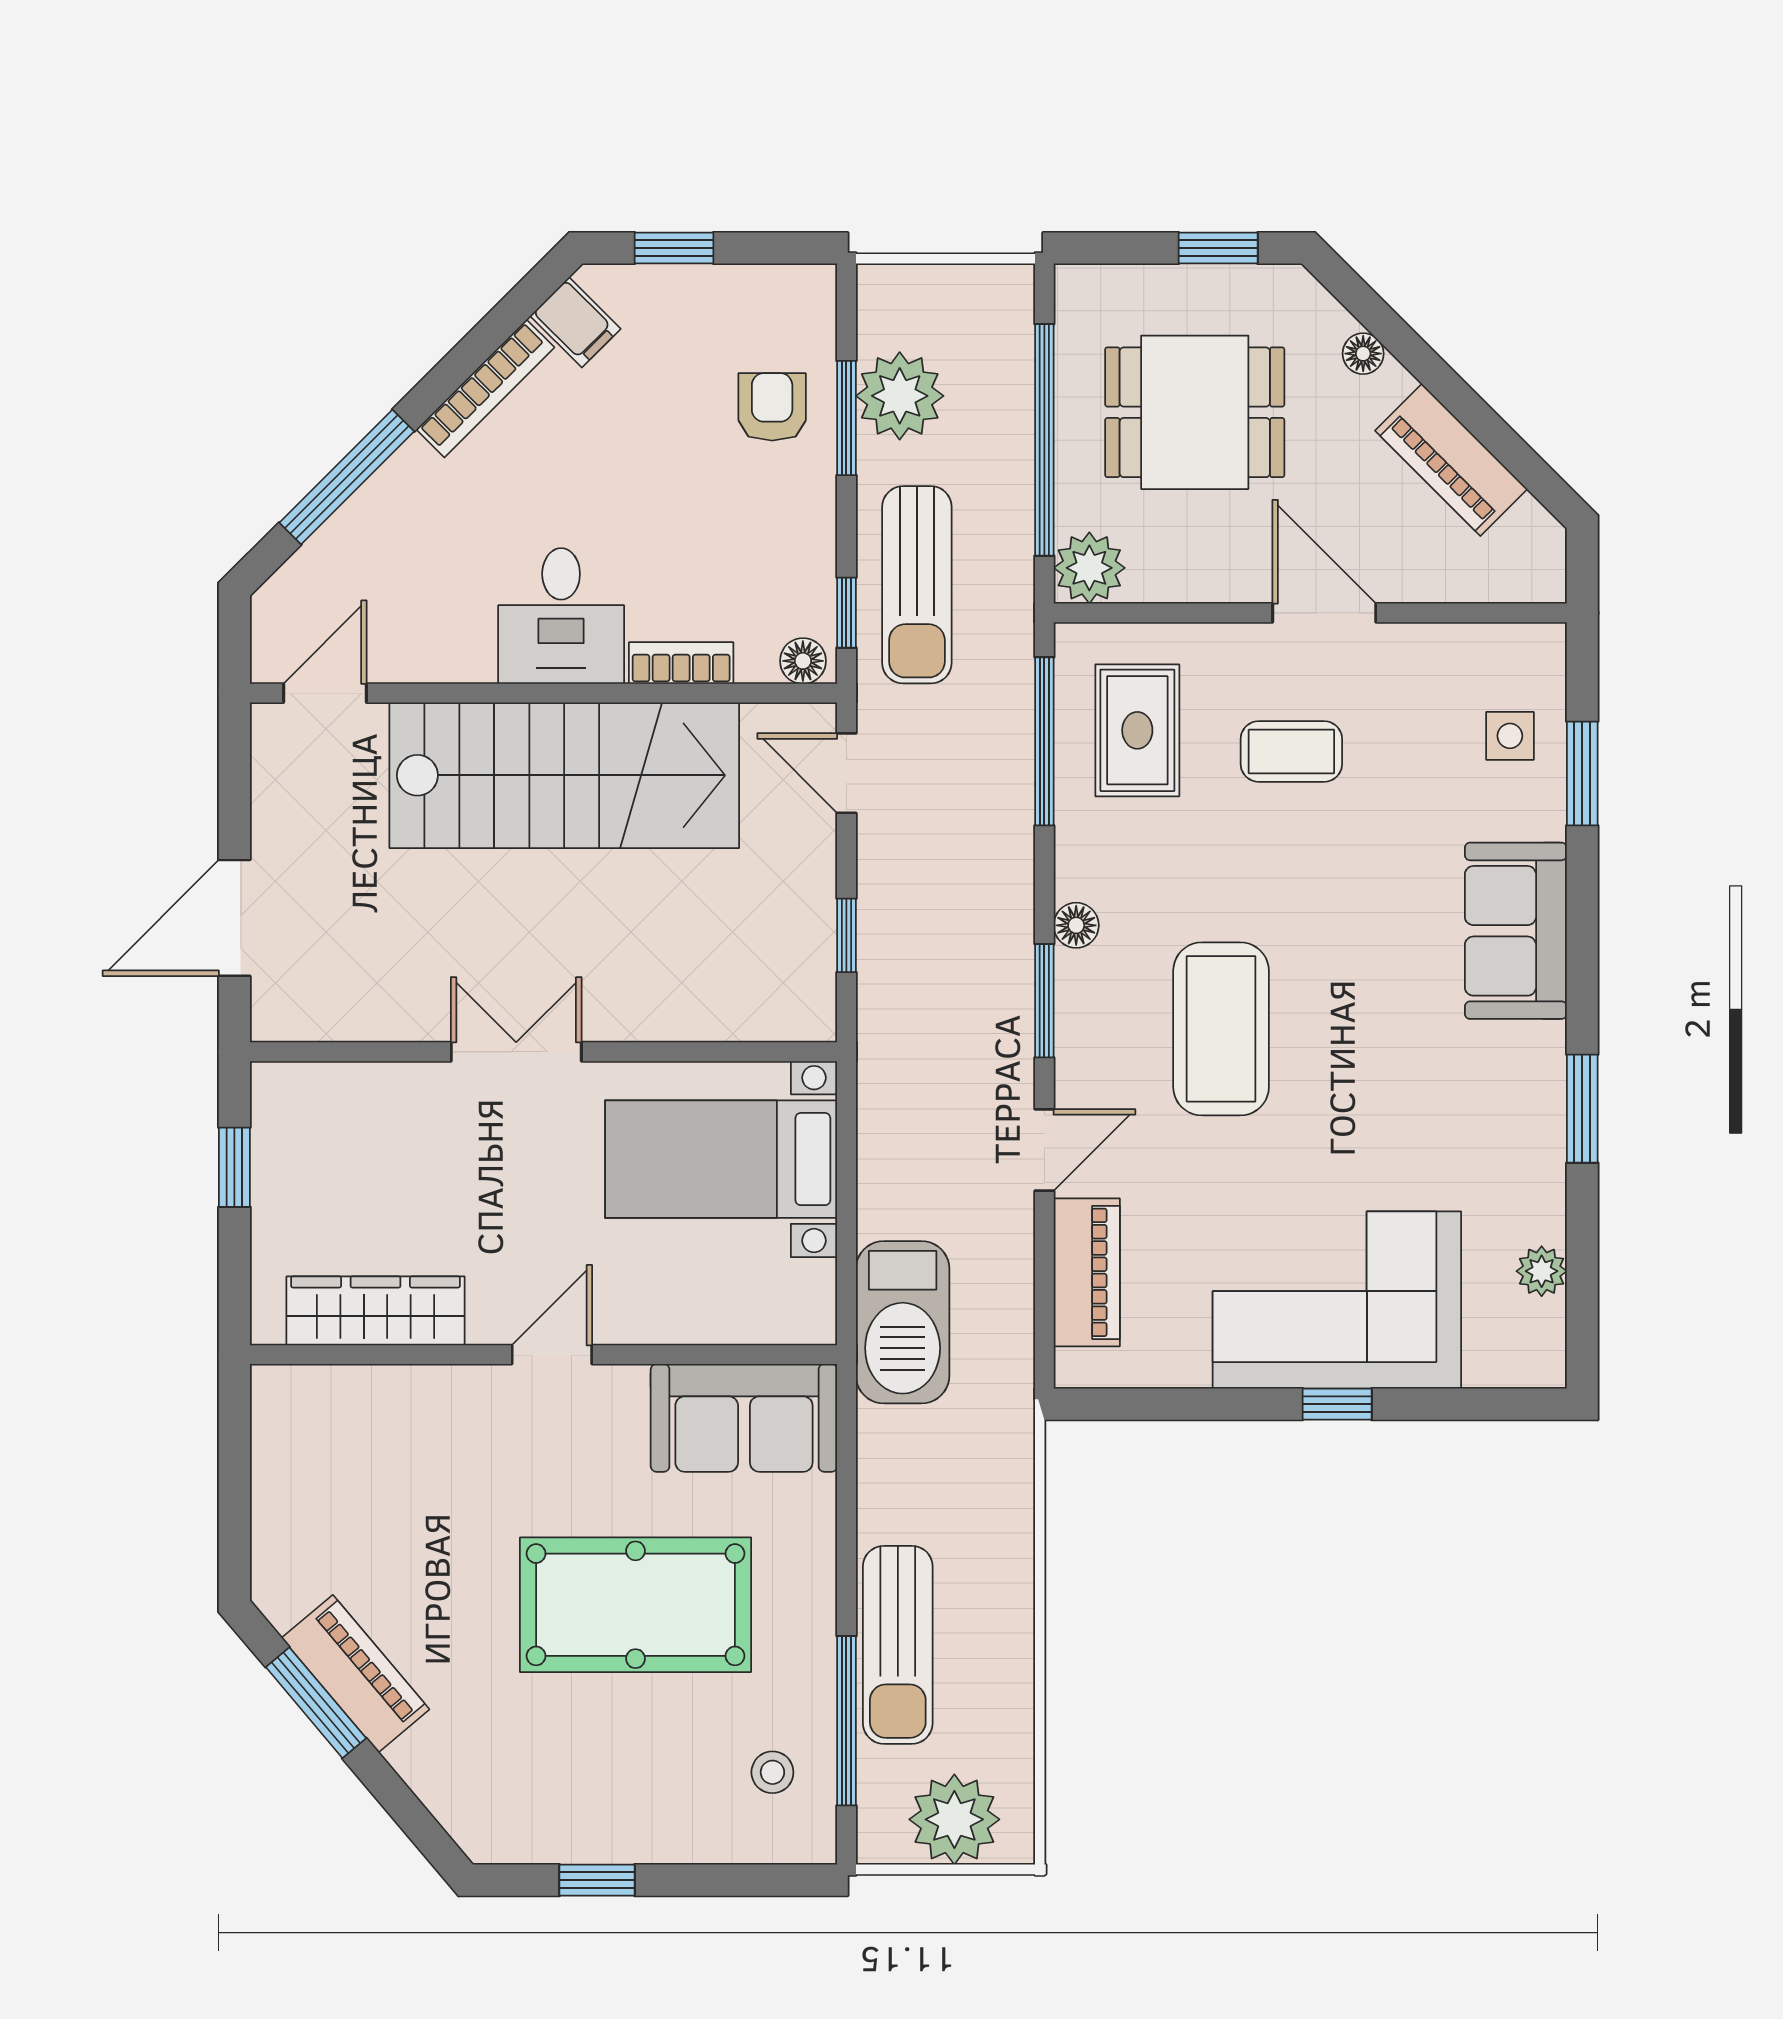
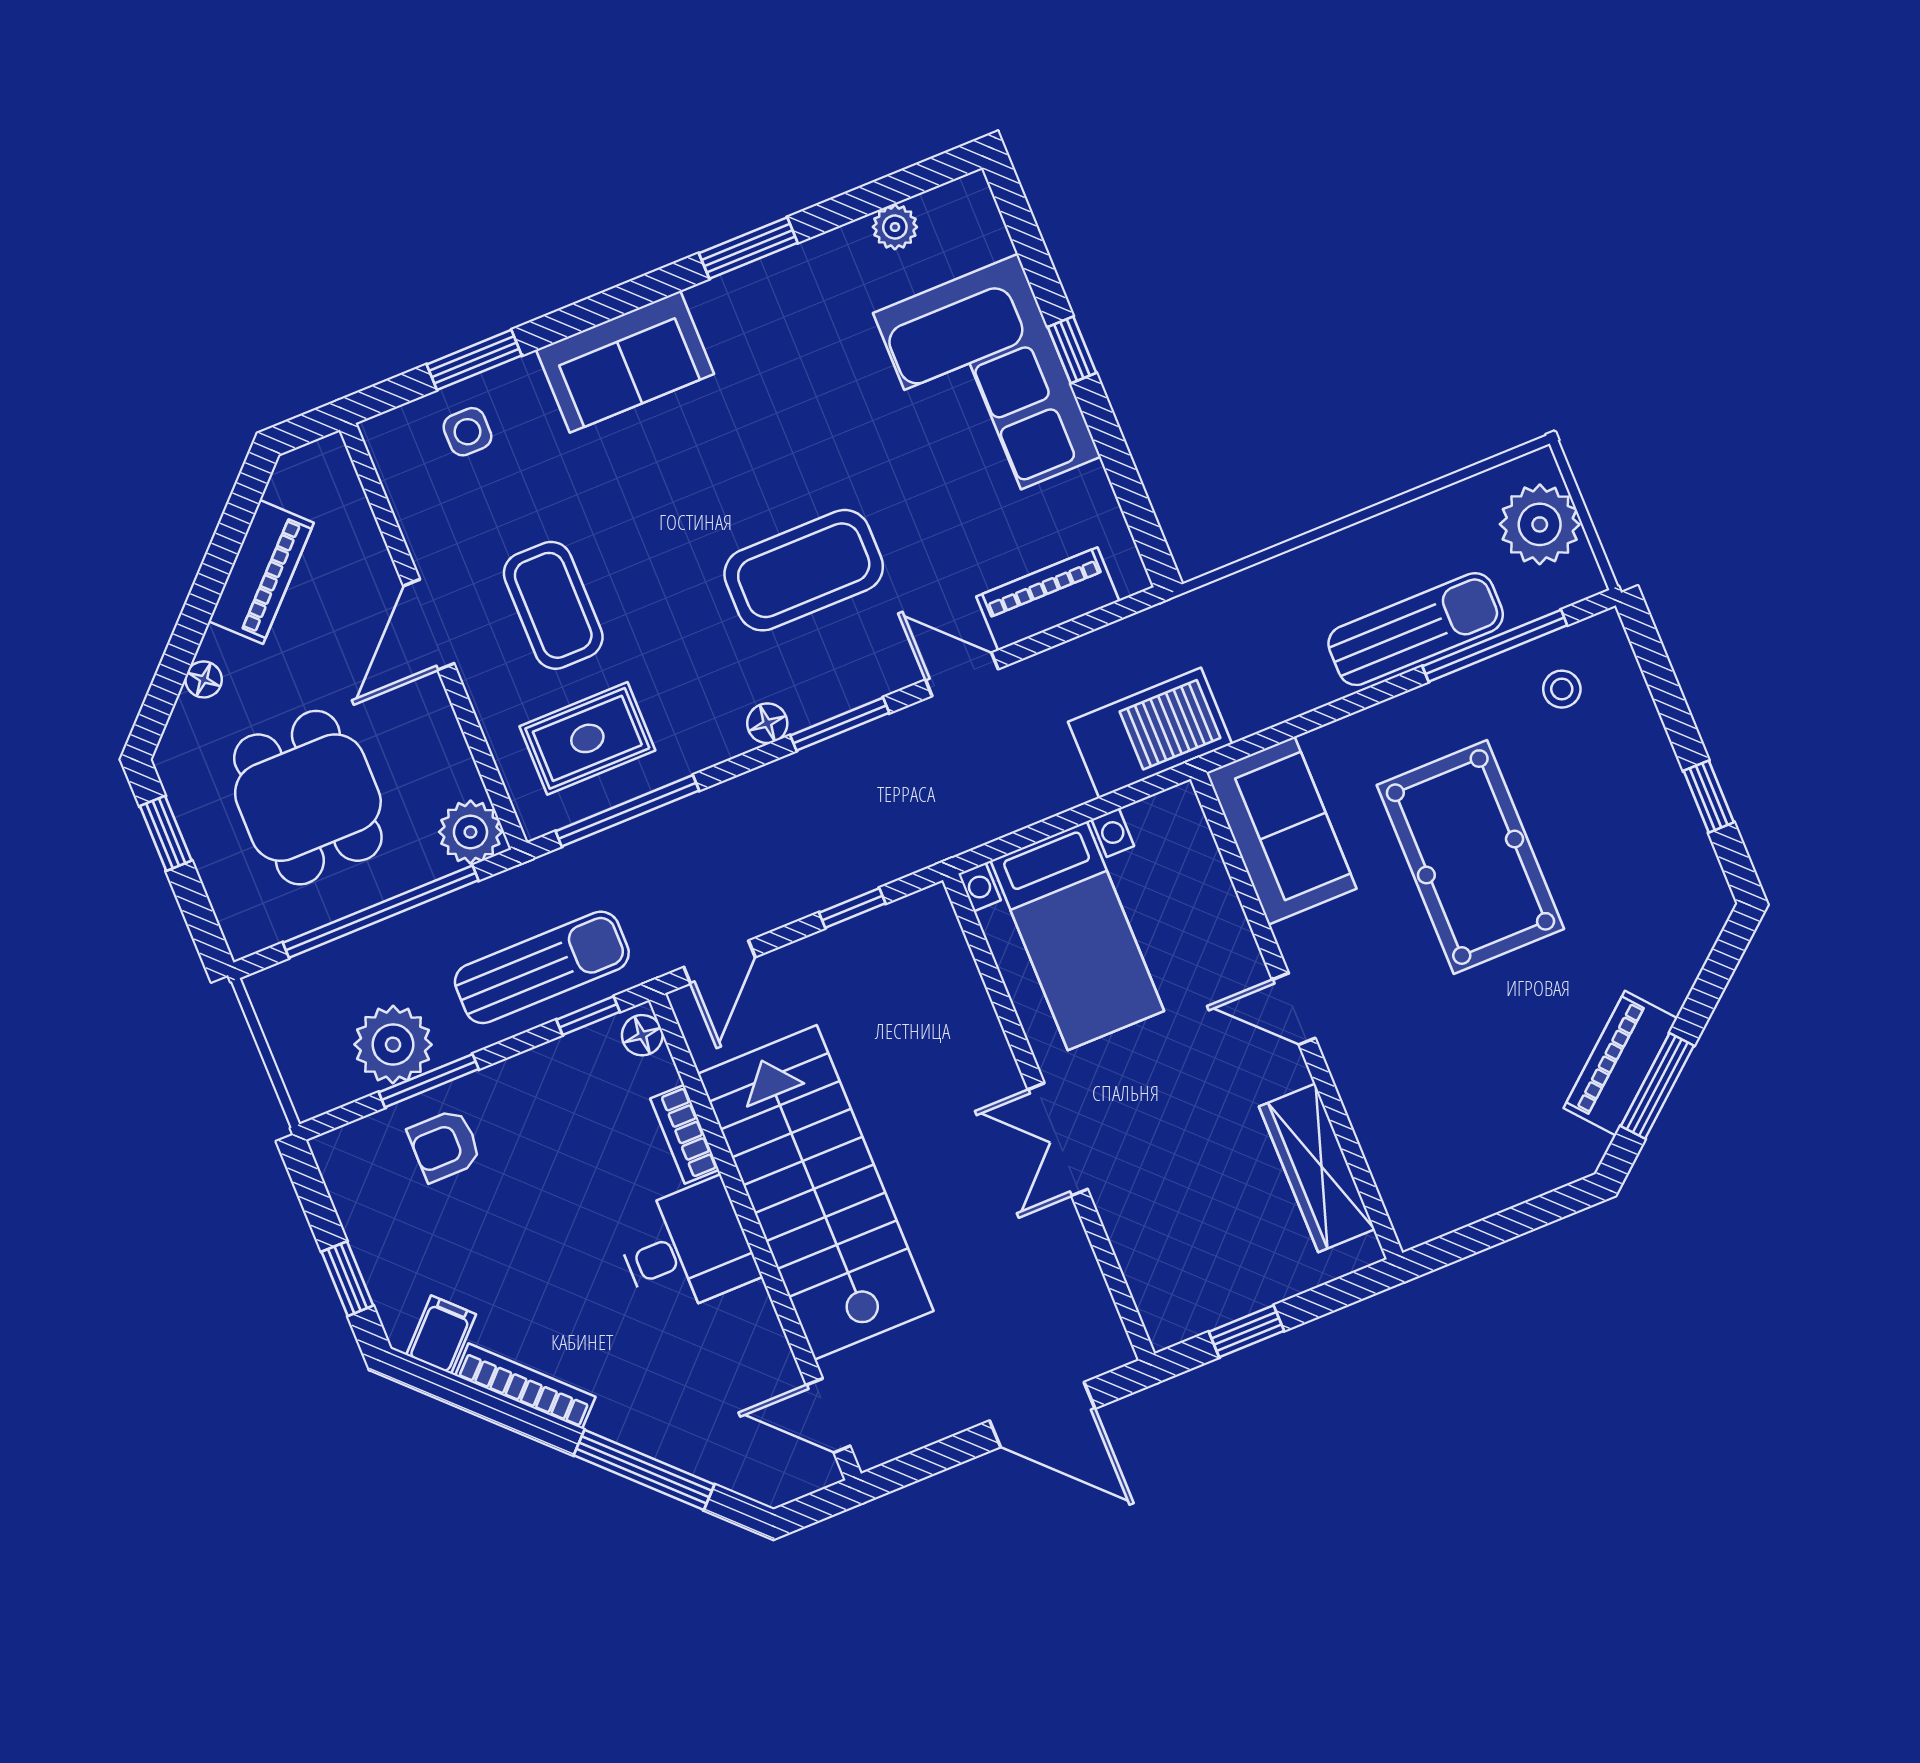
coffee table: (1291, 751) -> (553, 605), width x1.36, depth x1.30

